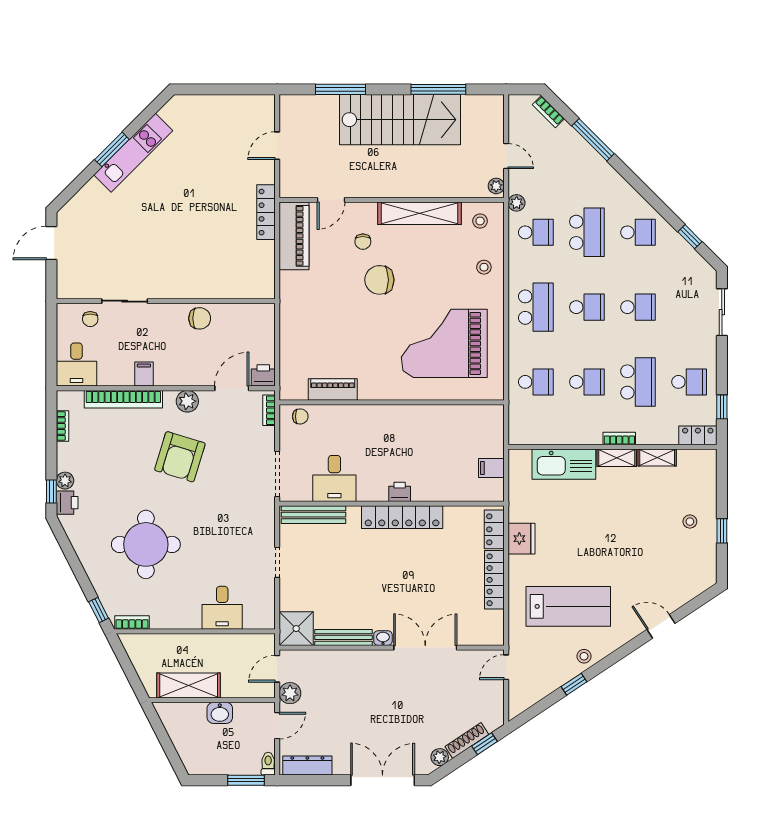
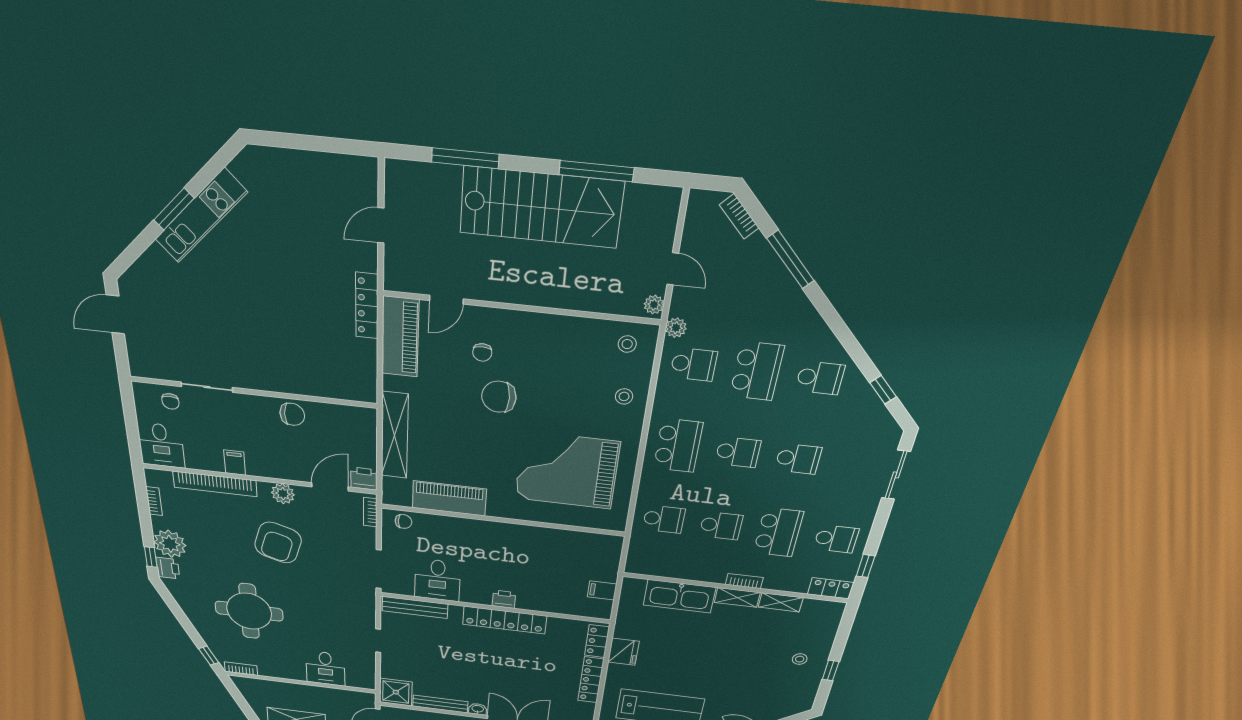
shelving: (420, 213) -> (395, 436), moved, turned 90
piano: (333, 389) -> (449, 498), width x1.37, depth x1.33
plant: (65, 481) -> (170, 544), width x1.87, depth x1.87

